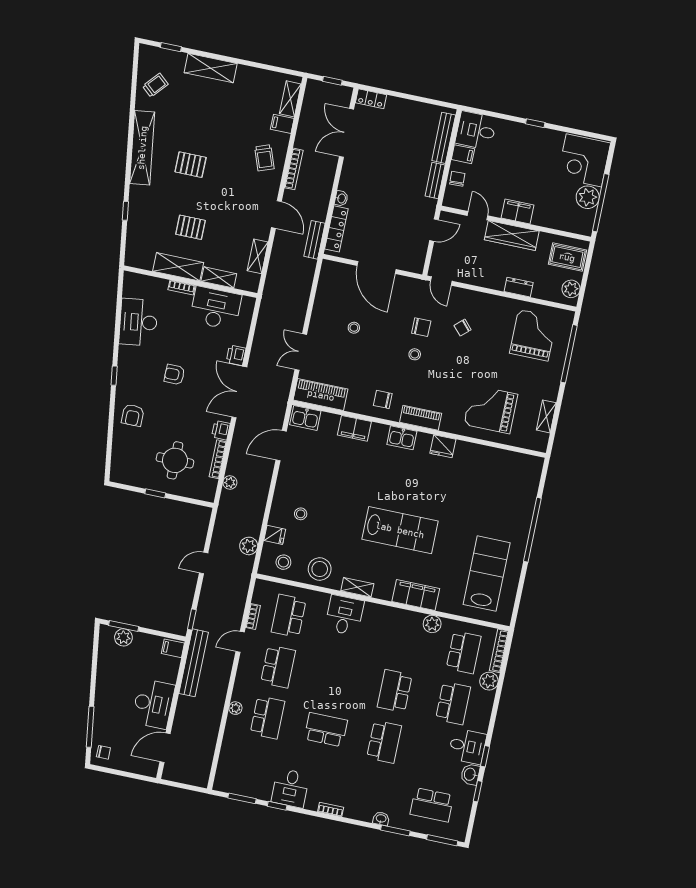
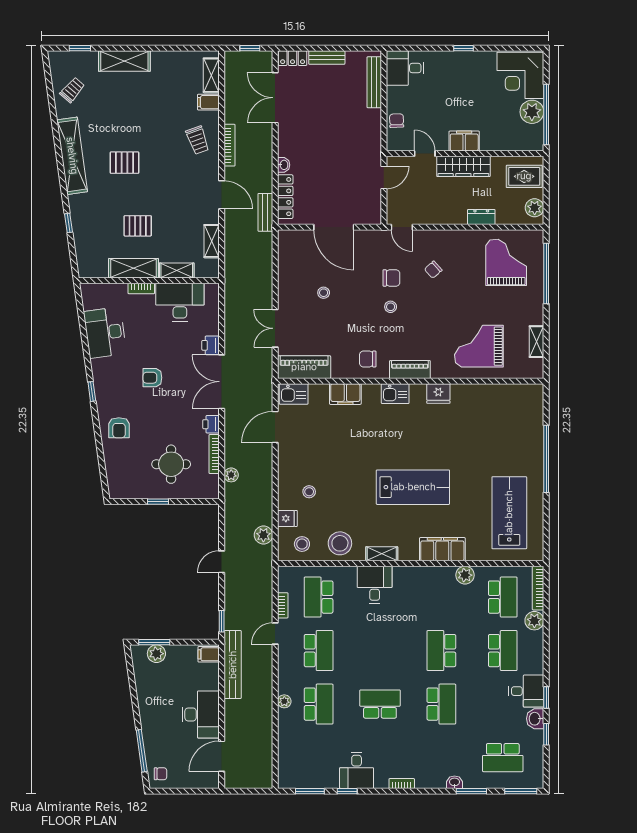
filing cabinet: (463, 154) -> (397, 95), removed
bench: (435, 181) -> (327, 58), moved, turned 90

